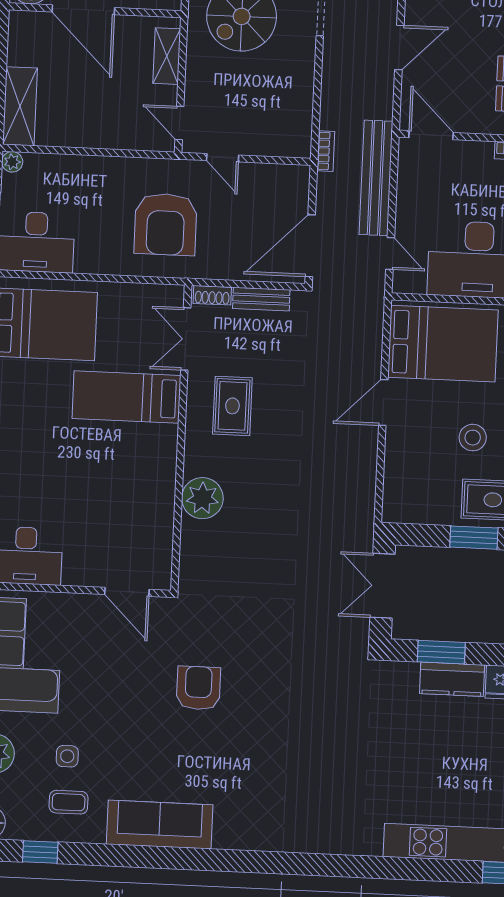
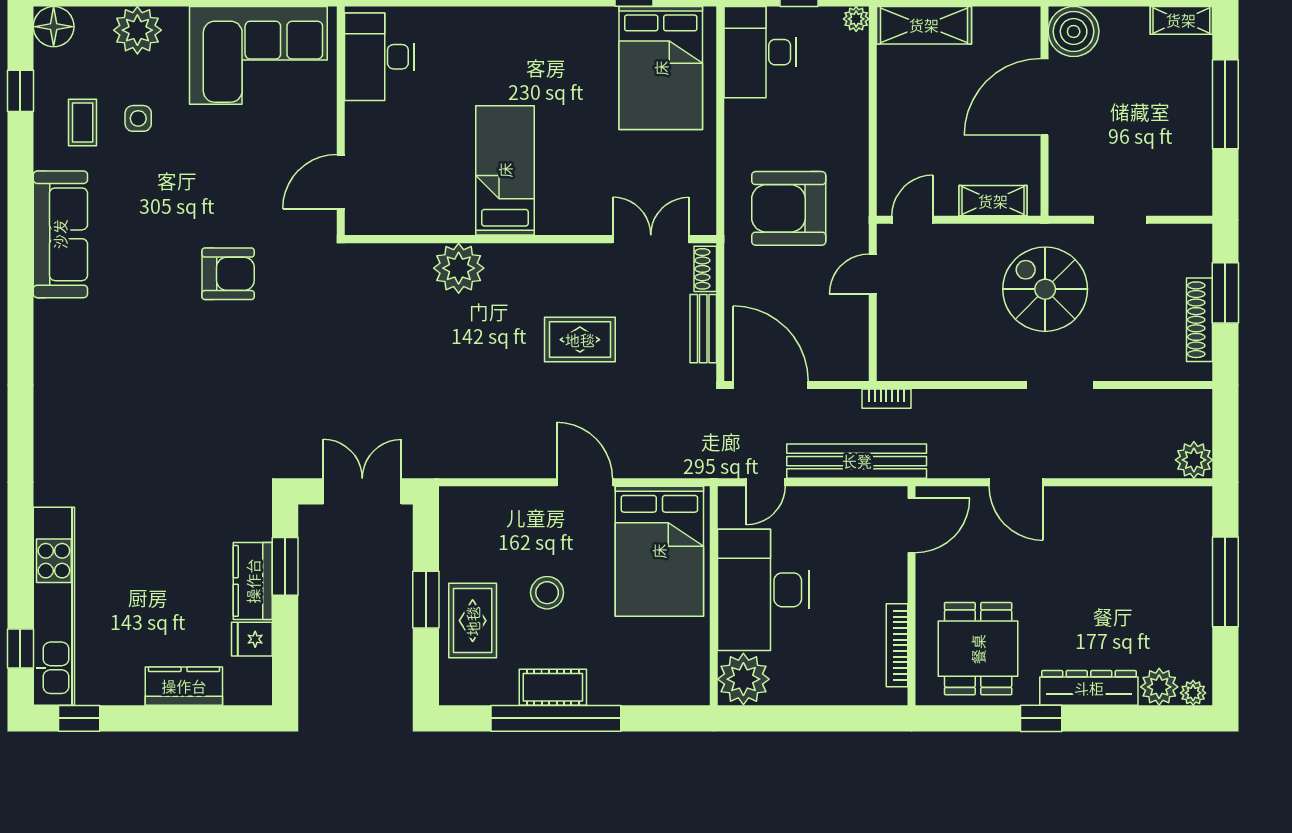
bed: (126, 397) -> (505, 170), moved
rug: (232, 406) -> (580, 340), moved

